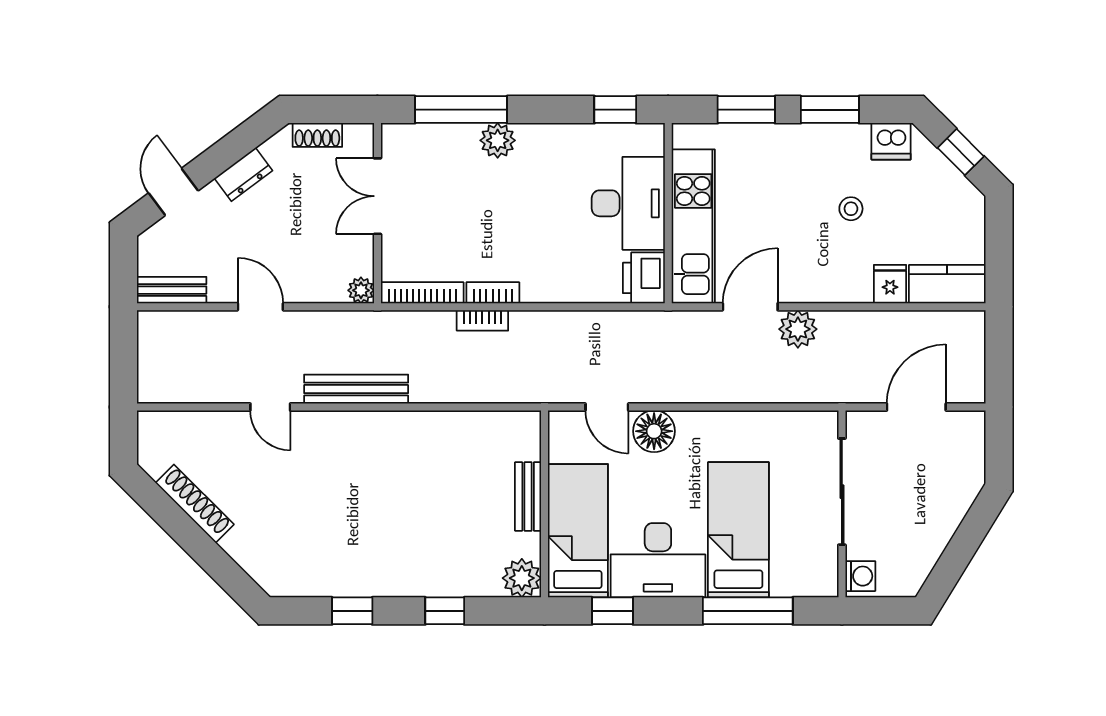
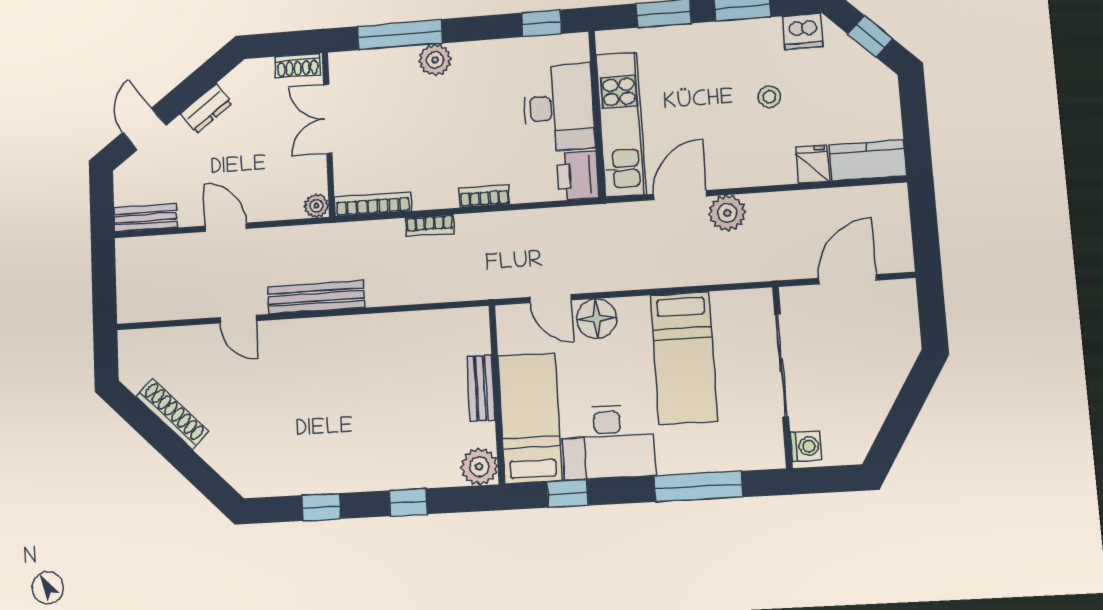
shoe rack: (317, 135) -> (298, 66), moved
bookcase: (493, 293) -> (484, 196), moved
bed: (738, 530) -> (684, 358), moved, turned 180

